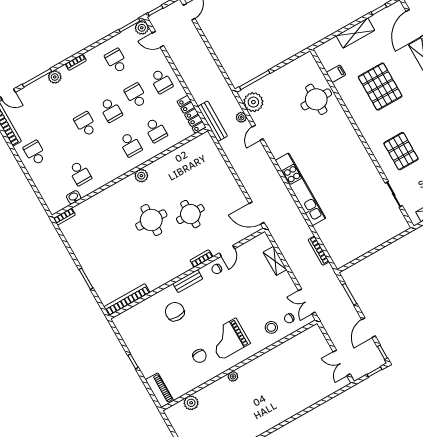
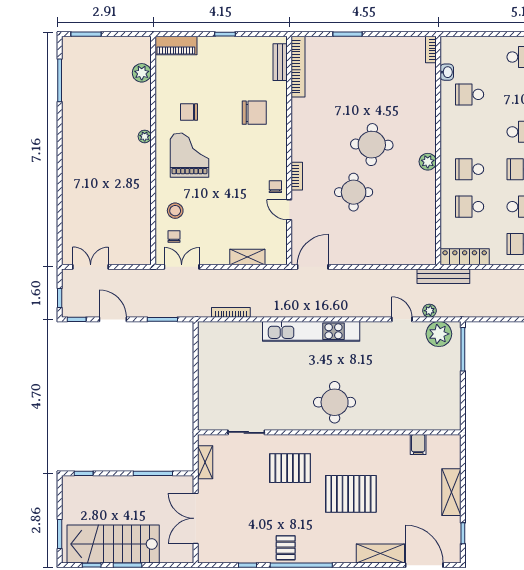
pallet: (380, 87) -> (351, 494), moved
round table: (316, 99) -> (335, 402), moved
bench: (188, 281) -> (280, 62), moved

